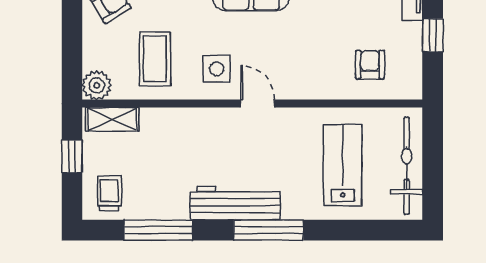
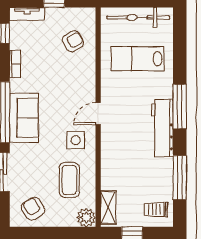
coffee table: (155, 59) -> (69, 180), turned 90
armchair: (370, 65) -> (73, 41), turned 149

